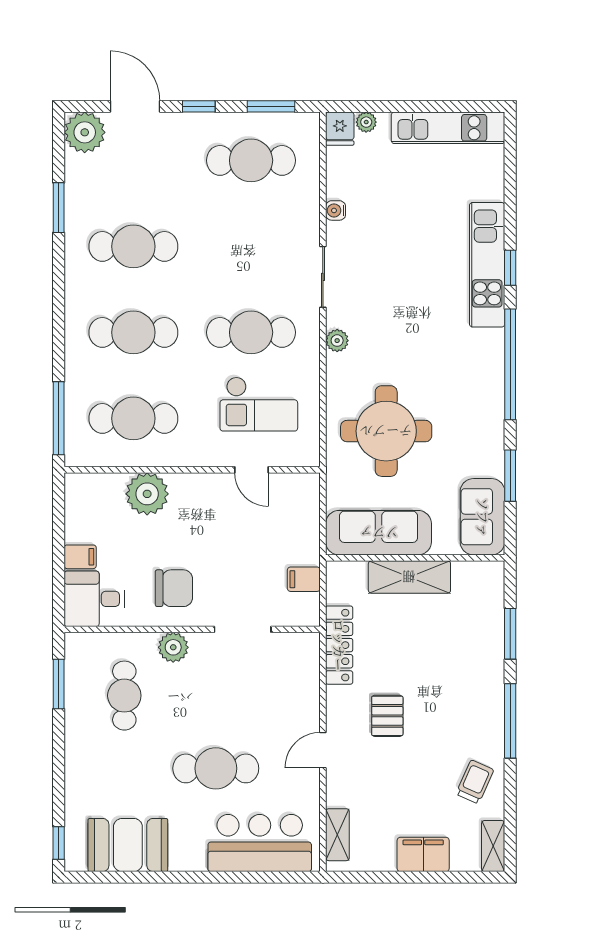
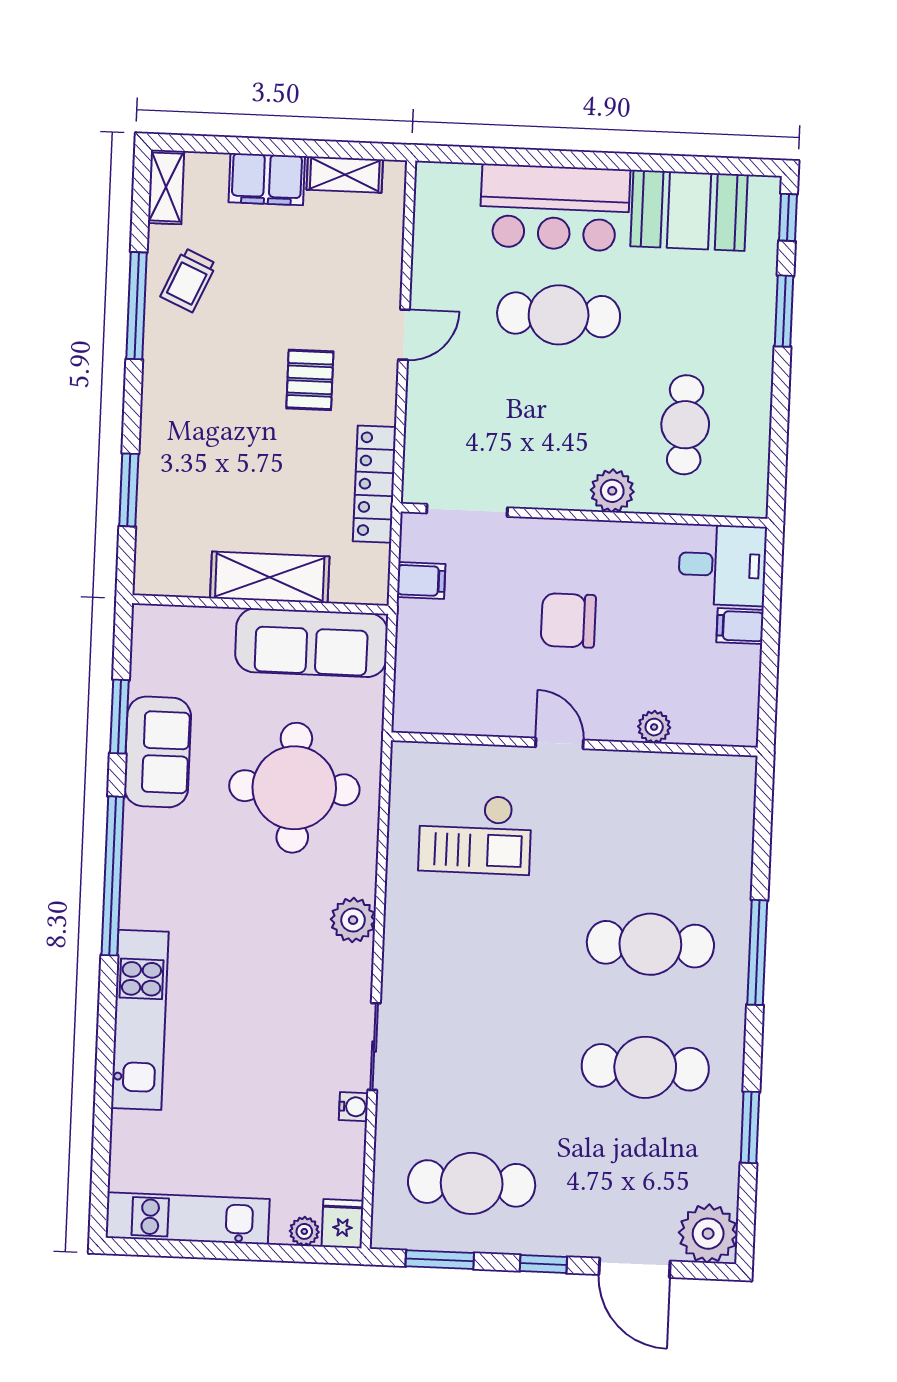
window: (510, 268) -> (107, 1014), removed
sliding door: (323, 277) -> (374, 1047), moved
cafe table: (251, 332) -> (482, 937), removed
plant: (337, 341) -> (353, 920), width x1.38, depth x1.38
checkout: (259, 404) -> (475, 834), turned 180
window: (59, 418) -> (757, 952), moved
cafe table: (133, 418) -> (656, 821), removed
door: (251, 470) -> (560, 743), moved
plant: (147, 494) -> (654, 727), width x0.53, depth x0.53
sofa: (483, 517) -> (158, 752), moved
chair: (174, 588) -> (568, 620), moved
doorway: (243, 629) -> (467, 510), moved
window: (59, 684) -> (784, 311), moved
window: (510, 721) -> (137, 306), moved
shelving: (337, 835) -> (345, 175), moved, turned 90
bar counter: (260, 843) -> (555, 208), moved

